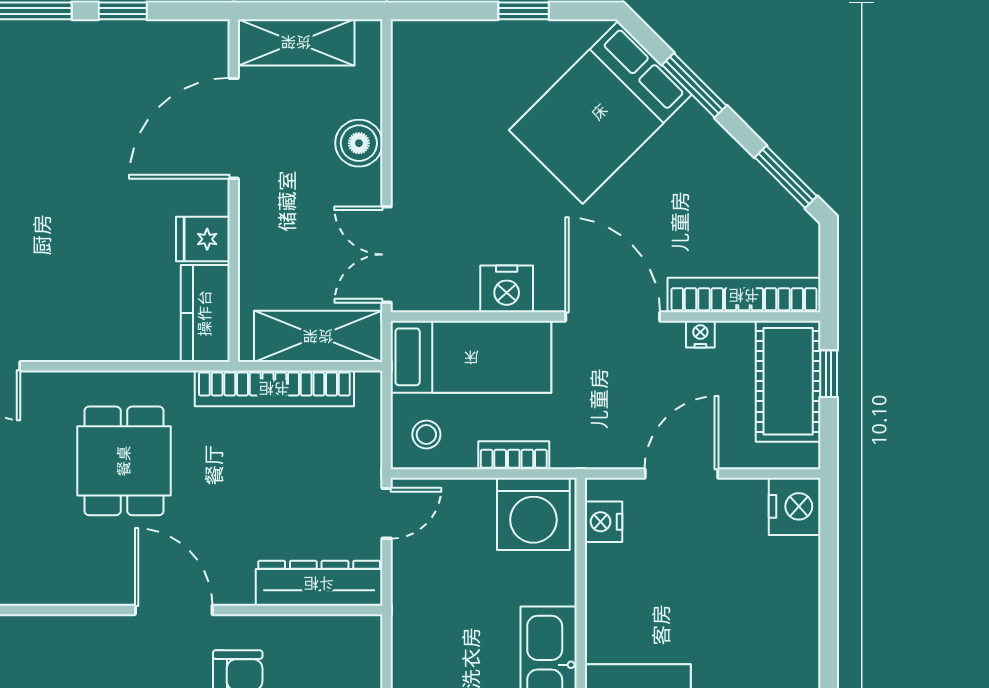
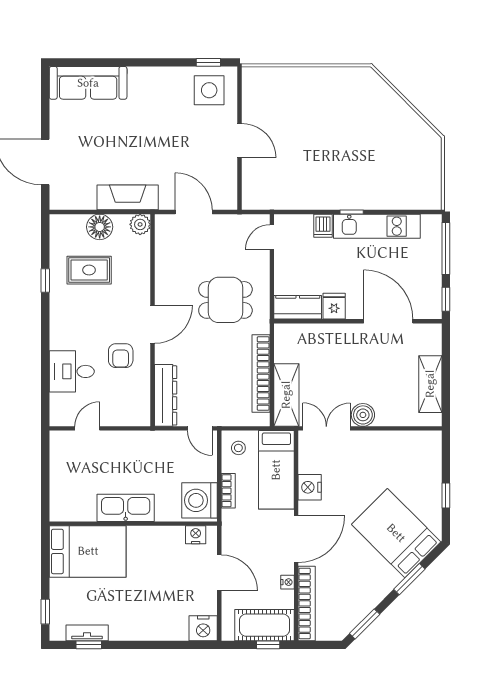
door: (234, 128) -> (388, 321), moved
boiler: (359, 143) -> (363, 415), moved
wall: (234, 191) -> (358, 321), moved
fridge: (203, 239) -> (334, 306), moved
kitchen counter: (205, 313) -> (298, 307), moved

